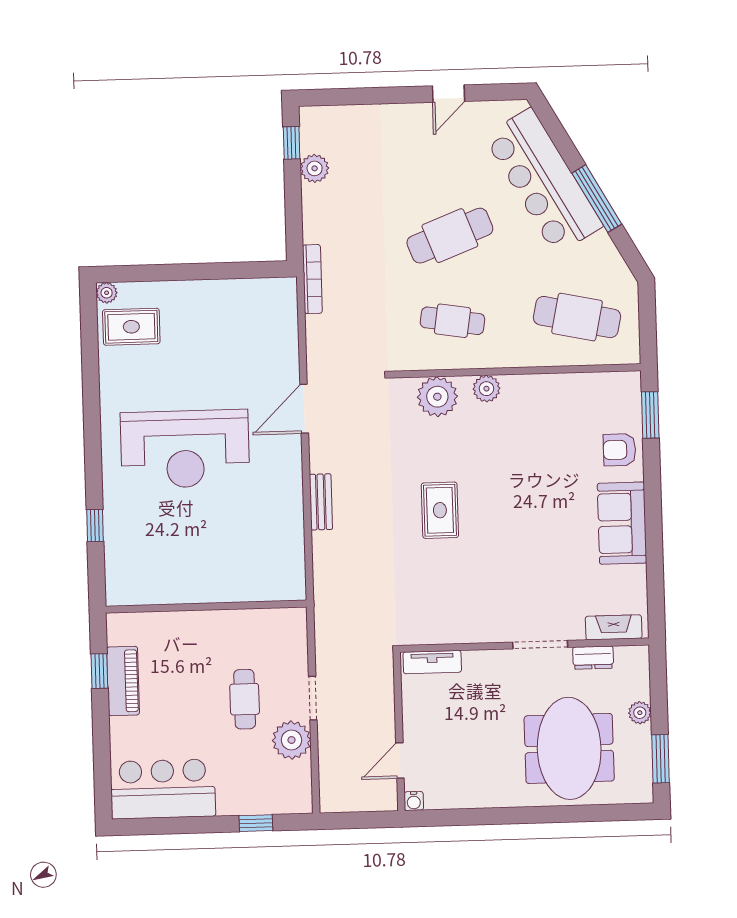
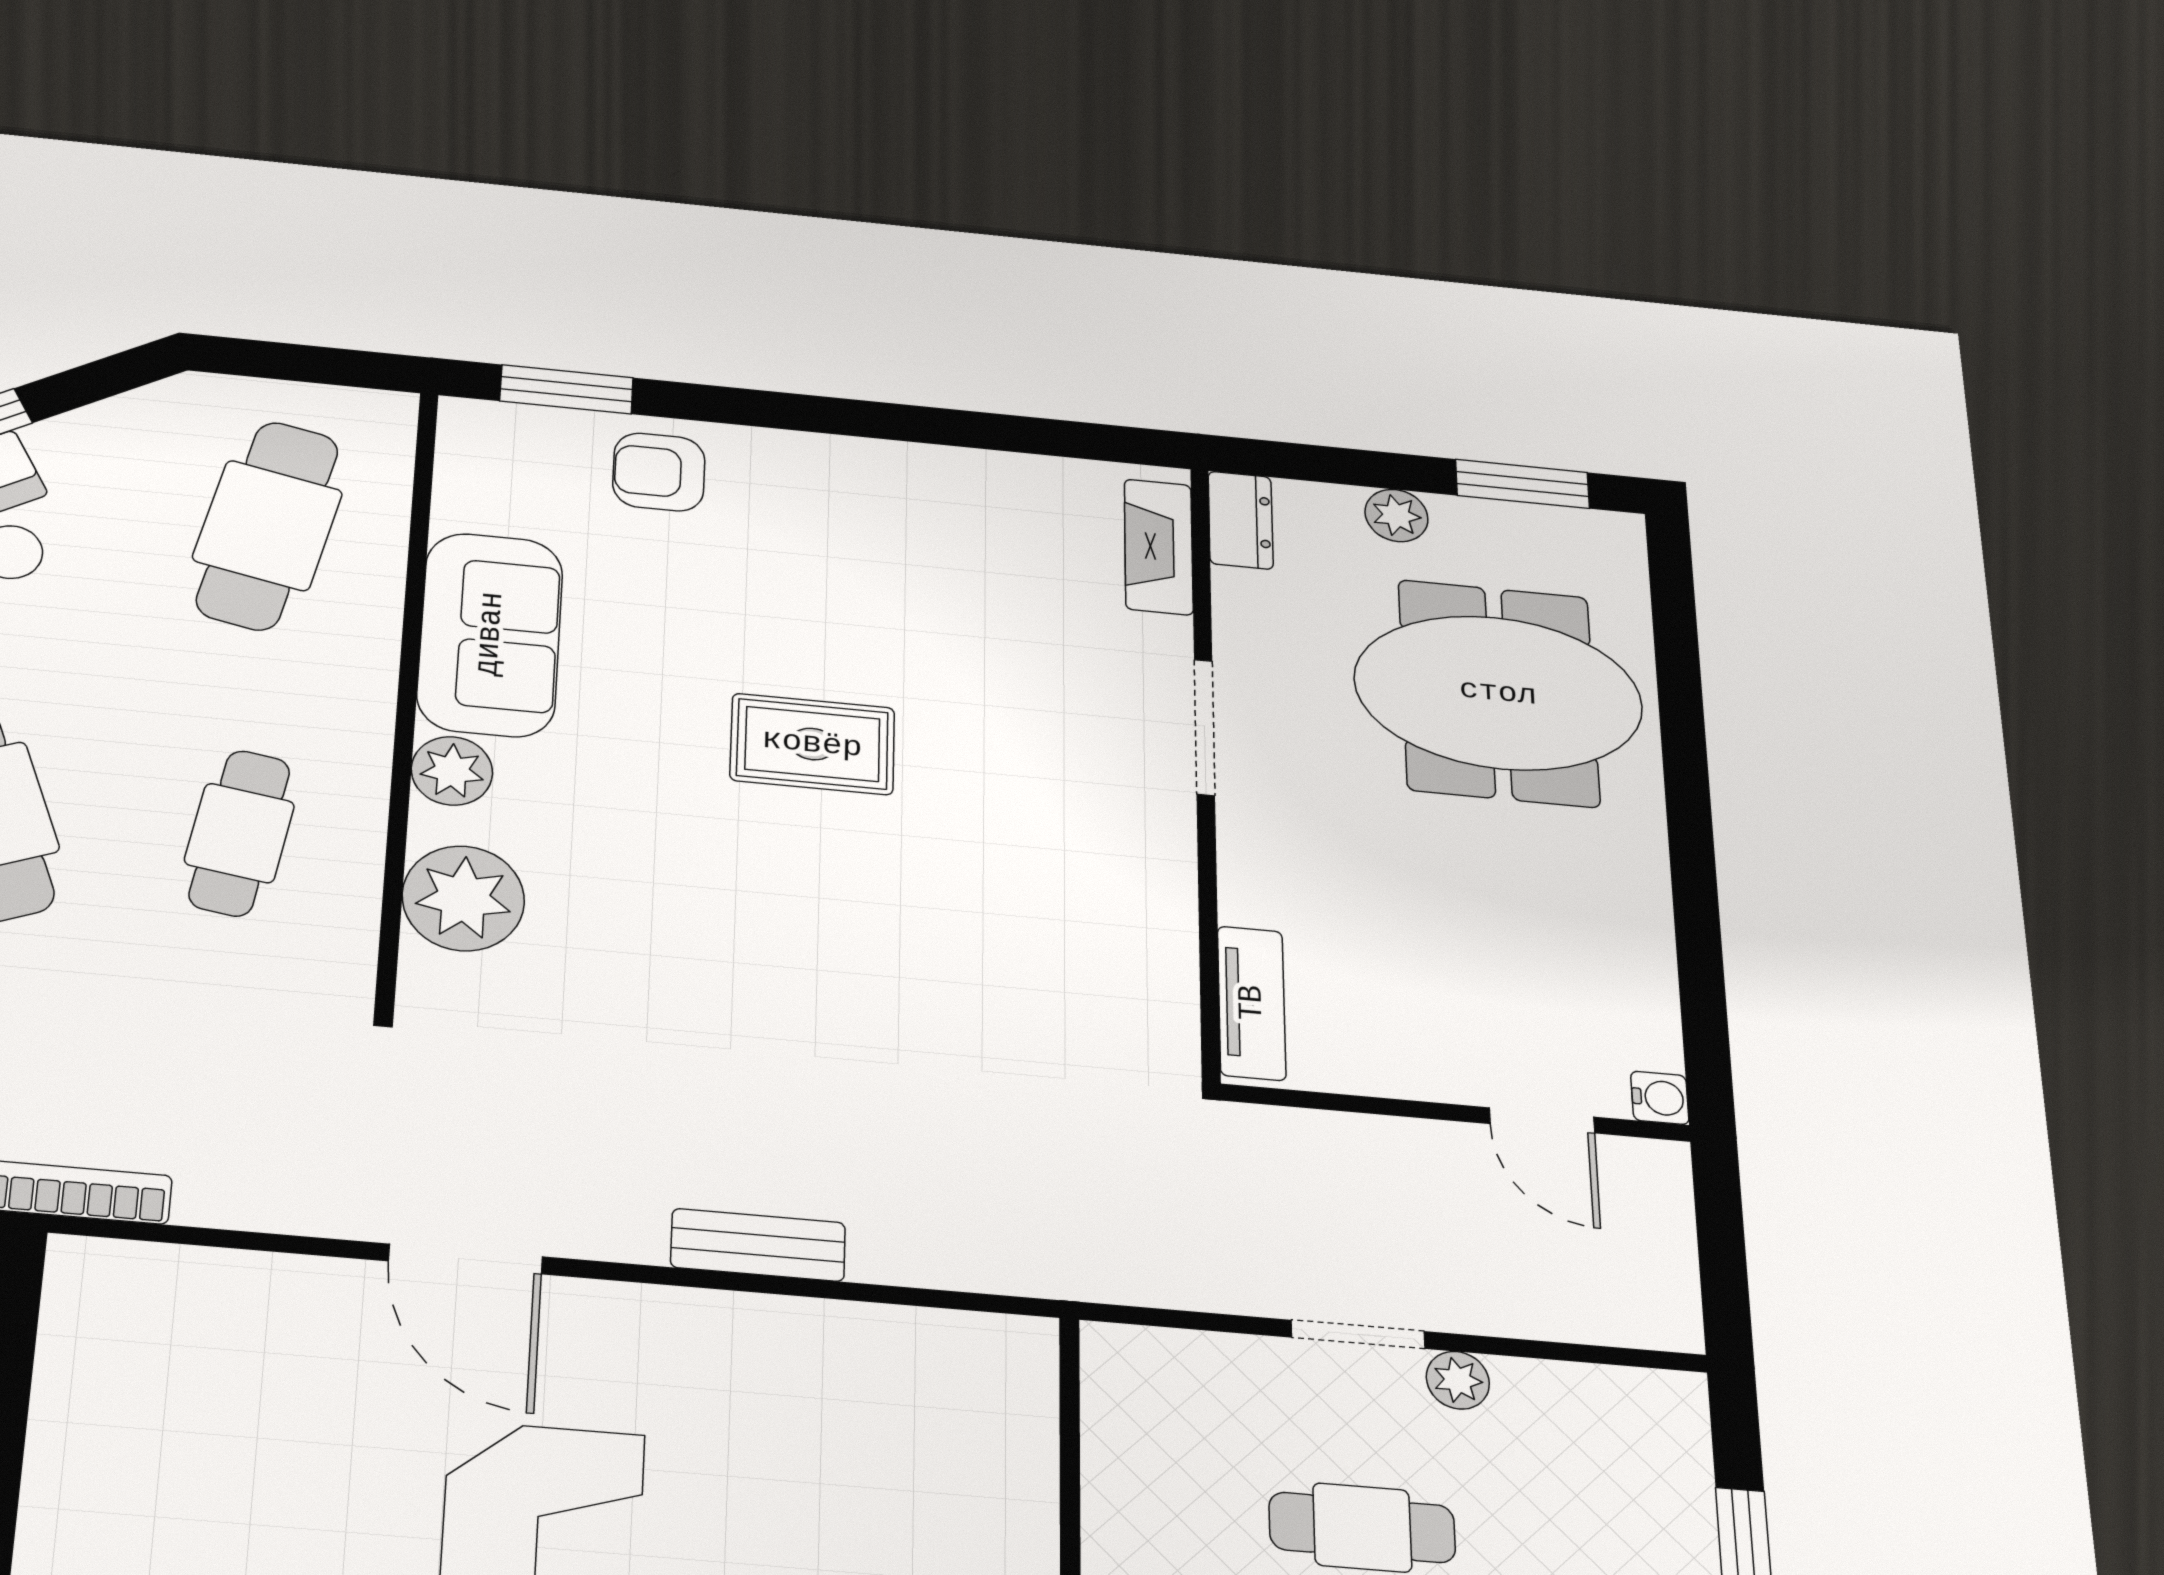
armchair: (620, 450) -> (659, 472), turned 90
rug: (440, 510) -> (812, 744), moved
sofa: (622, 523) -> (490, 634), moved, turned -90
dresser: (593, 658) -> (1241, 520), moved
plant: (292, 740) -> (1458, 1380), width x0.53, depth x0.53

